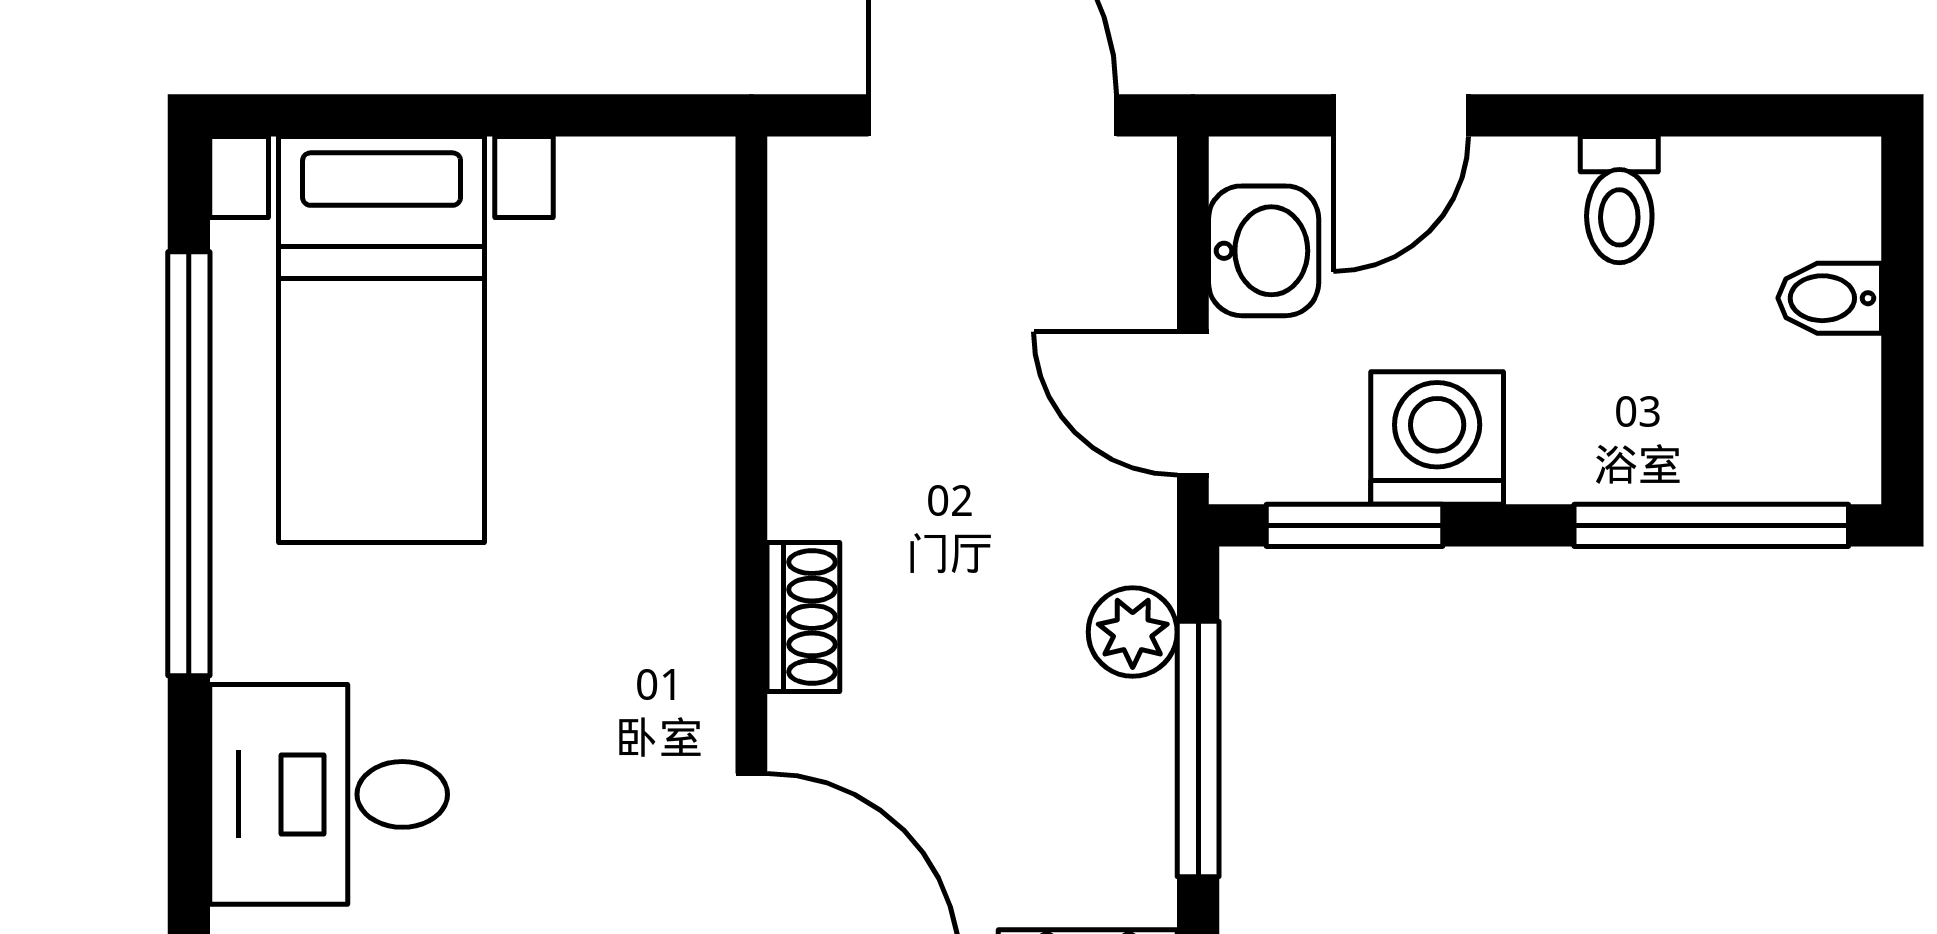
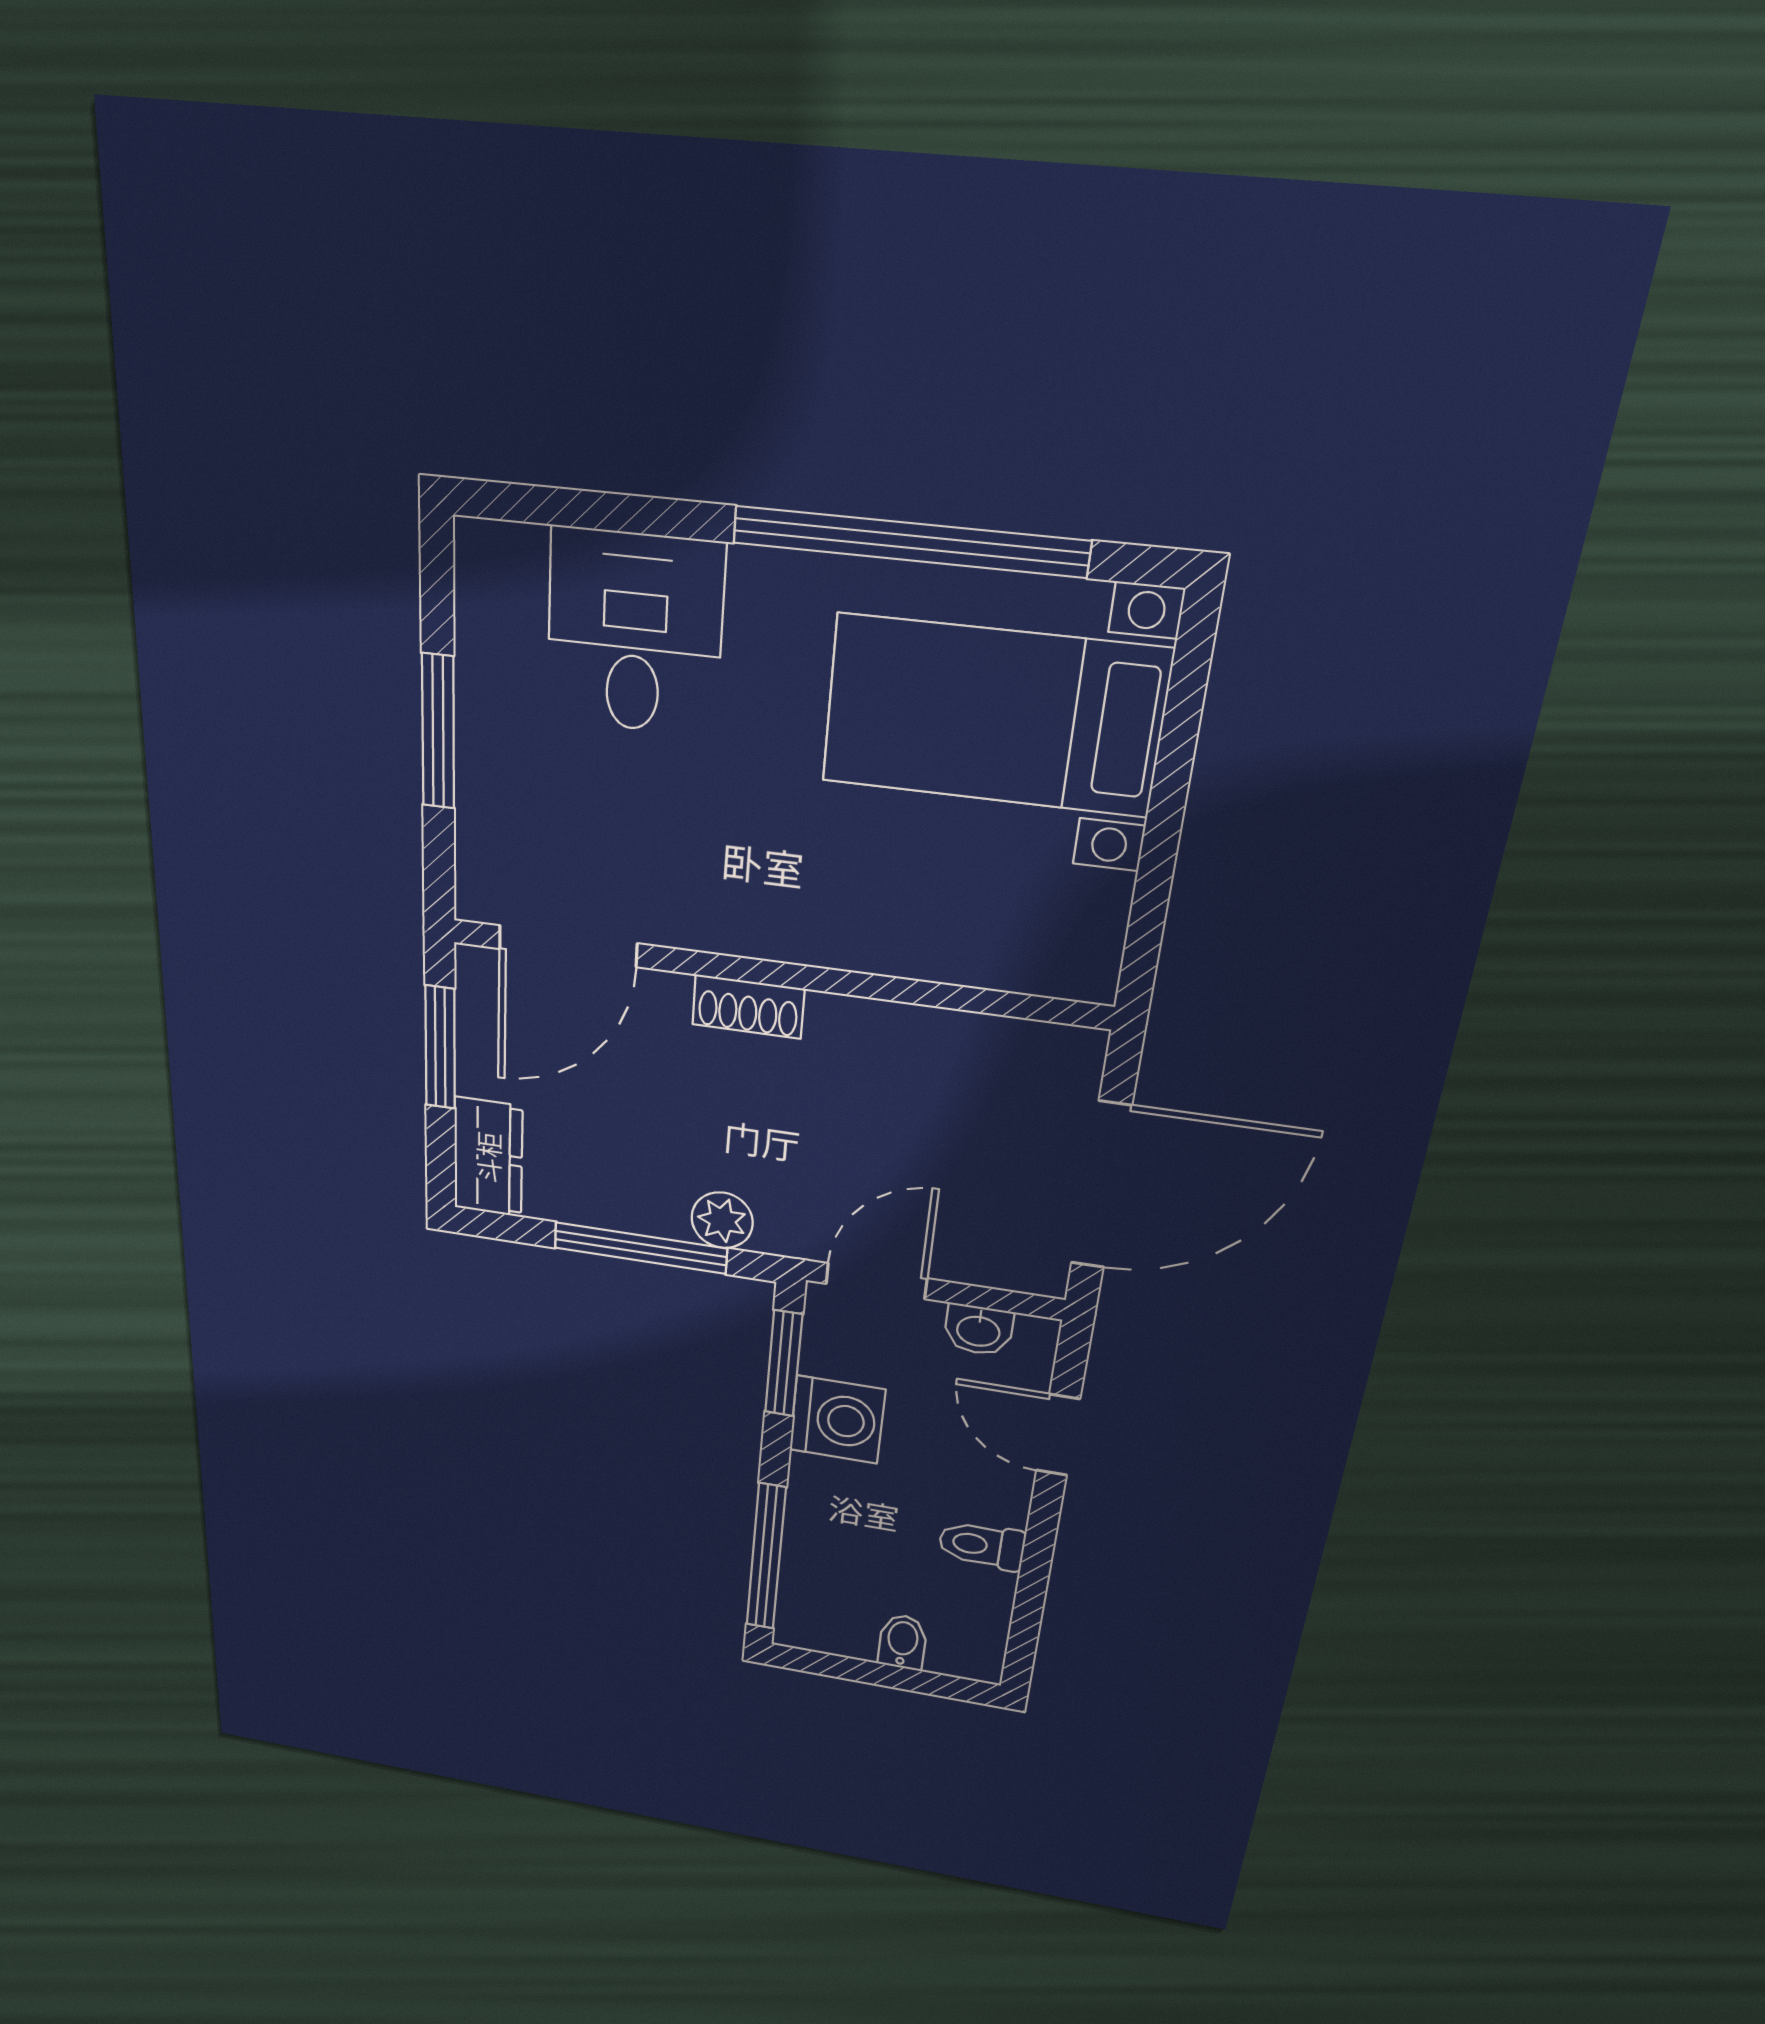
washbasin: (1264, 251) -> (978, 1330), width x0.72, depth x0.69

